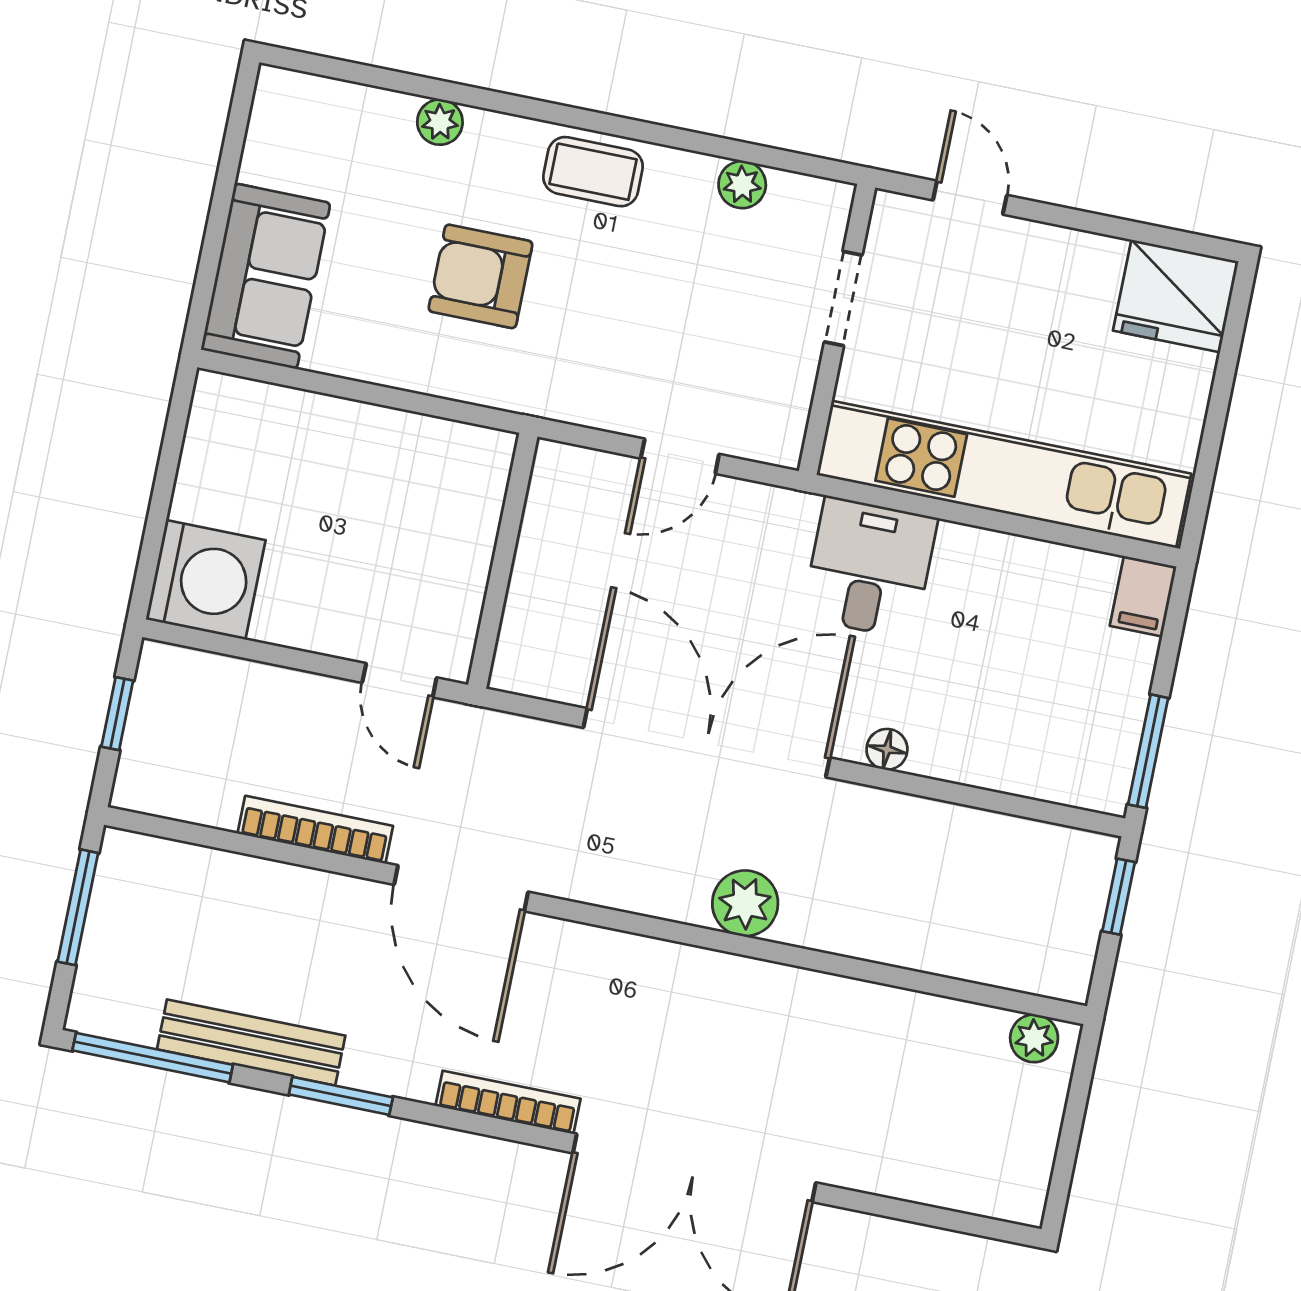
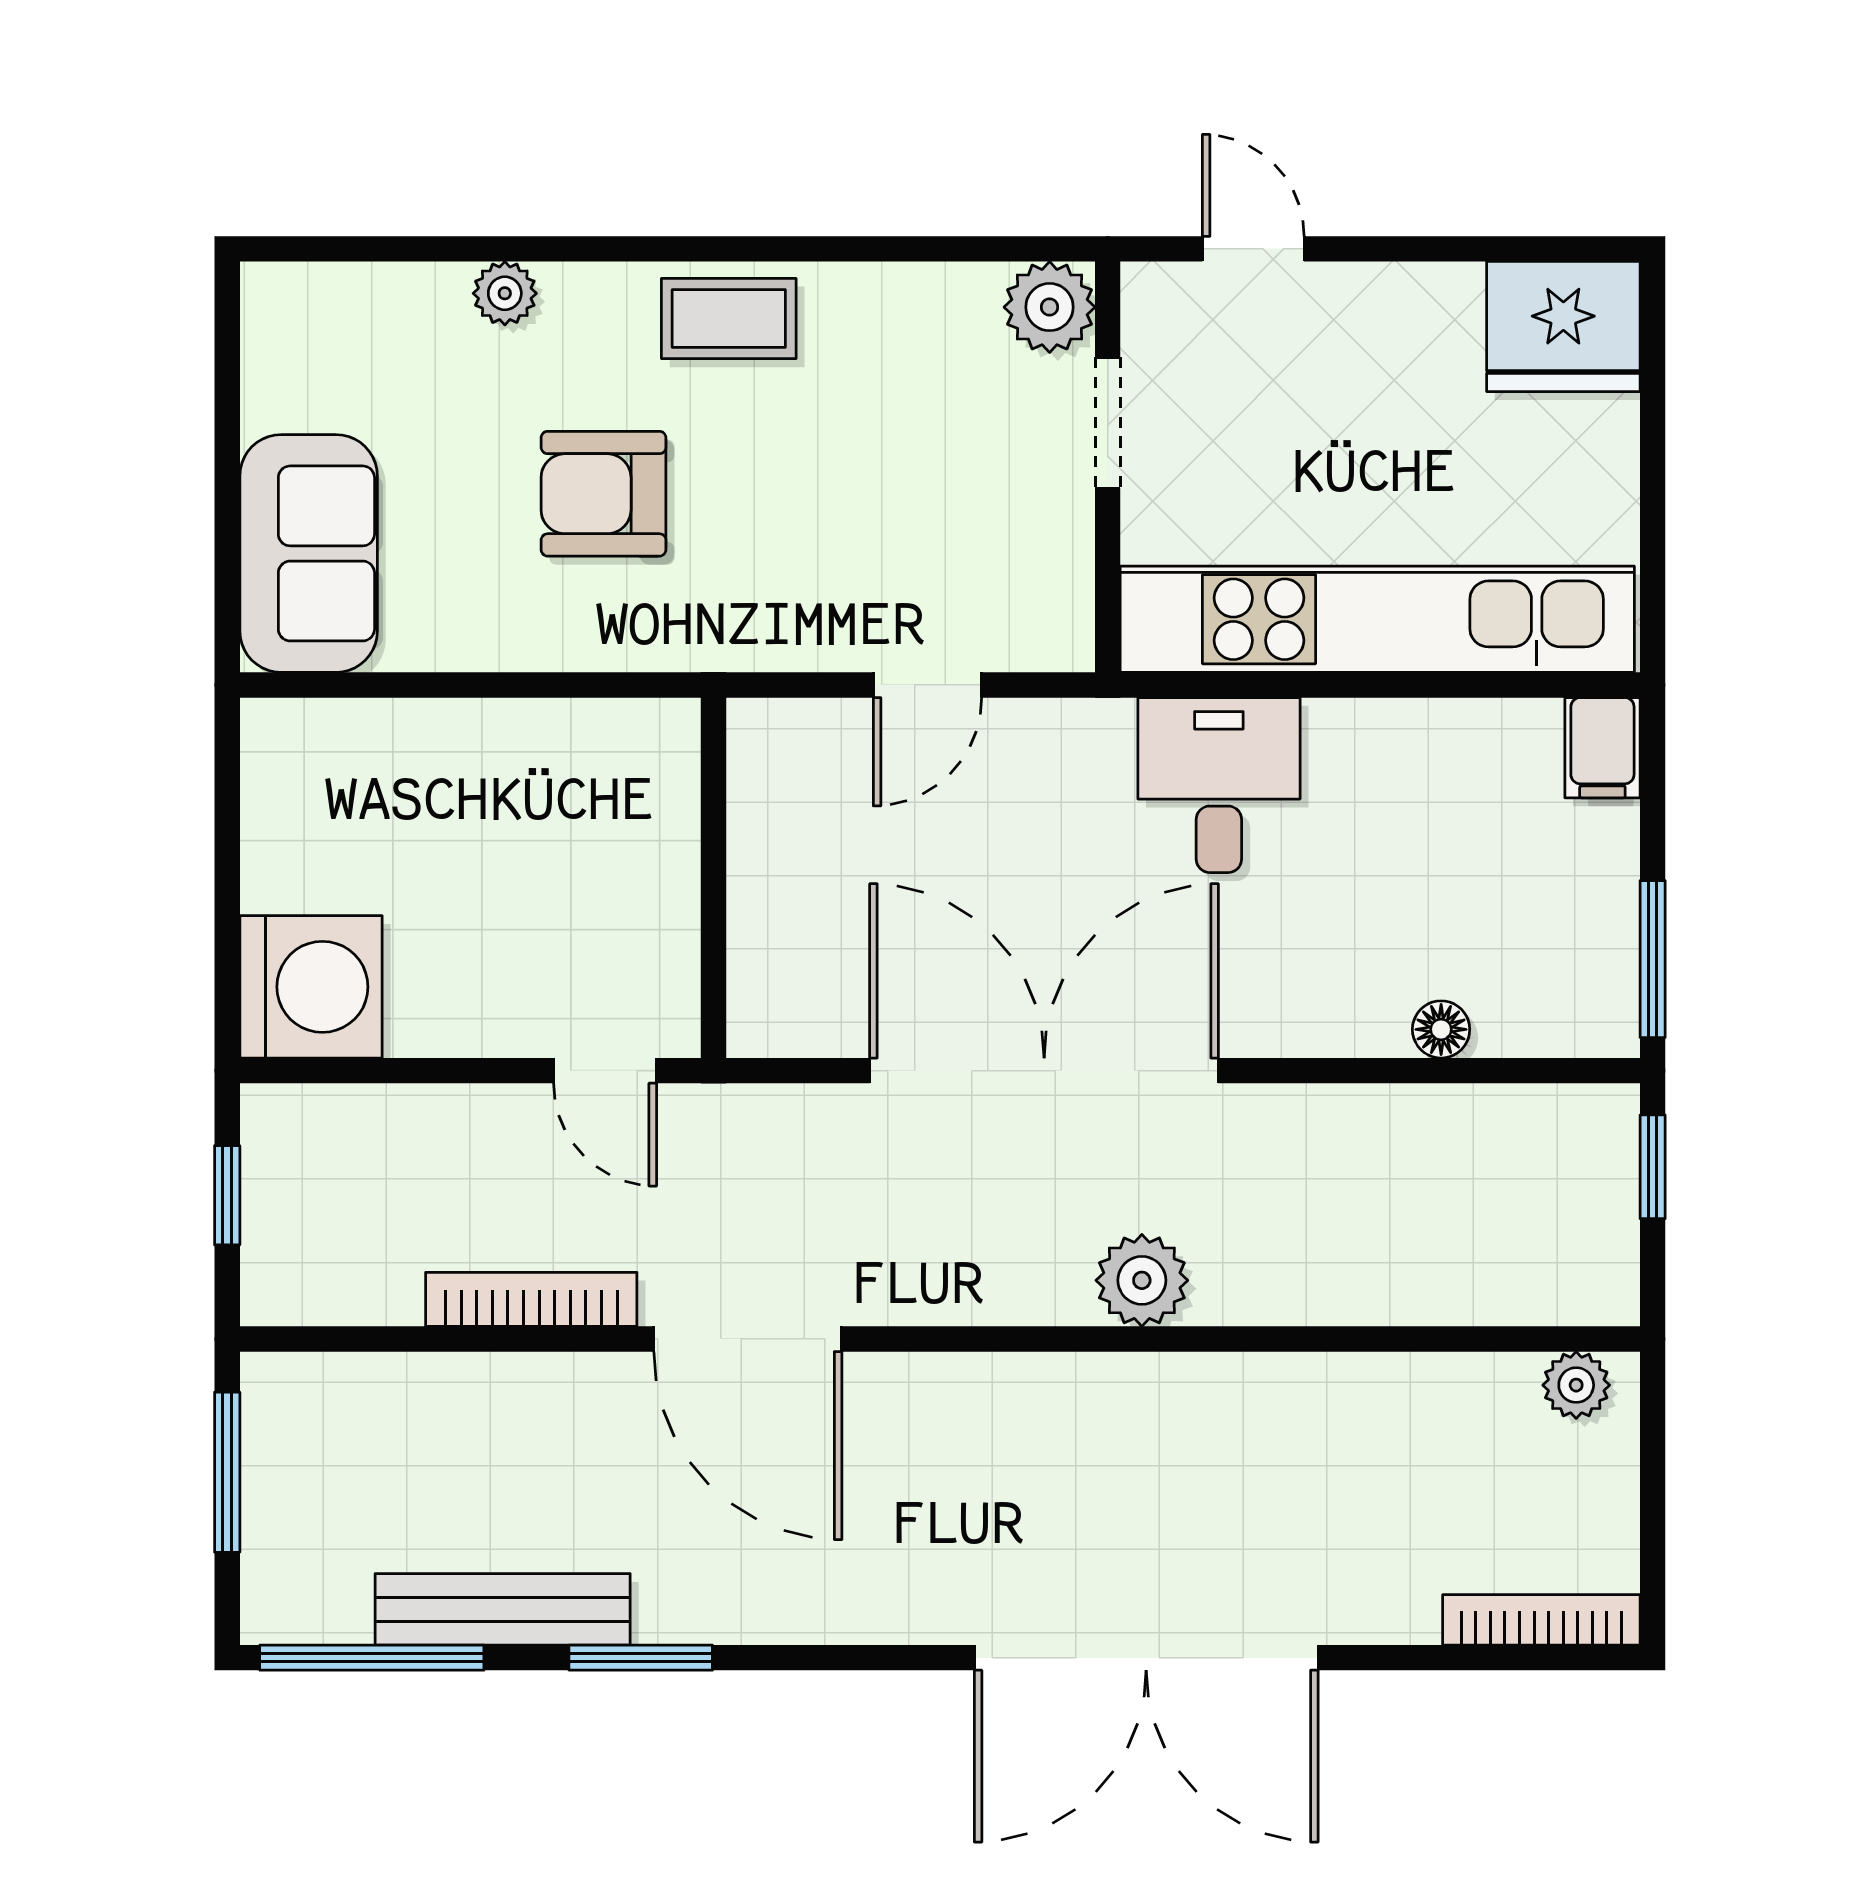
plant: (742, 185) -> (1050, 307), moved, width x1.38, depth x1.38
floor lamp: (887, 749) -> (1441, 1029), moved
bookcase: (508, 1102) -> (1541, 1620), moved

